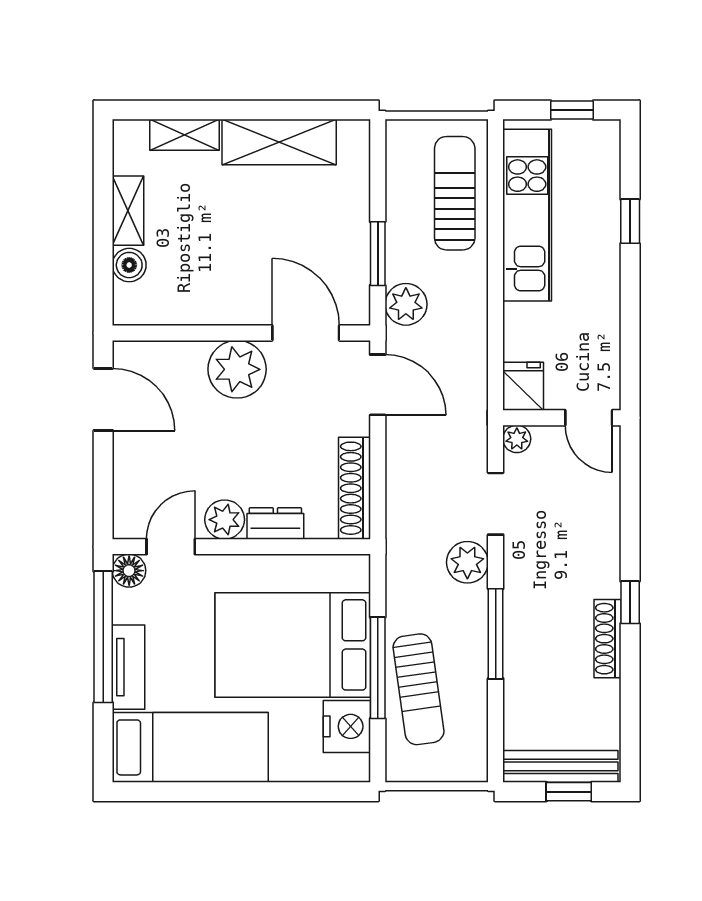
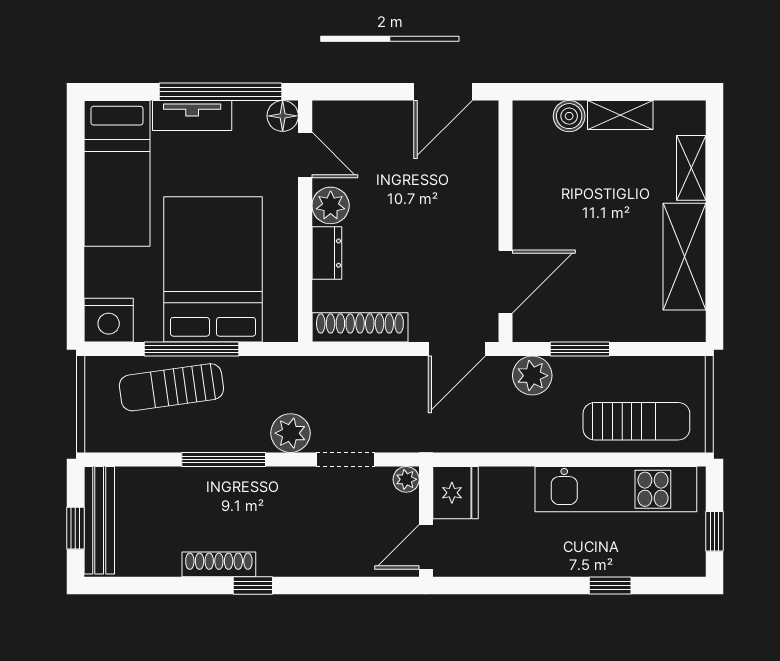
plant: (237, 369) -> (471, 217), removed
fridge: (523, 386) -> (456, 493), width x1.38
nightstand: (347, 726) -> (109, 320), moved

